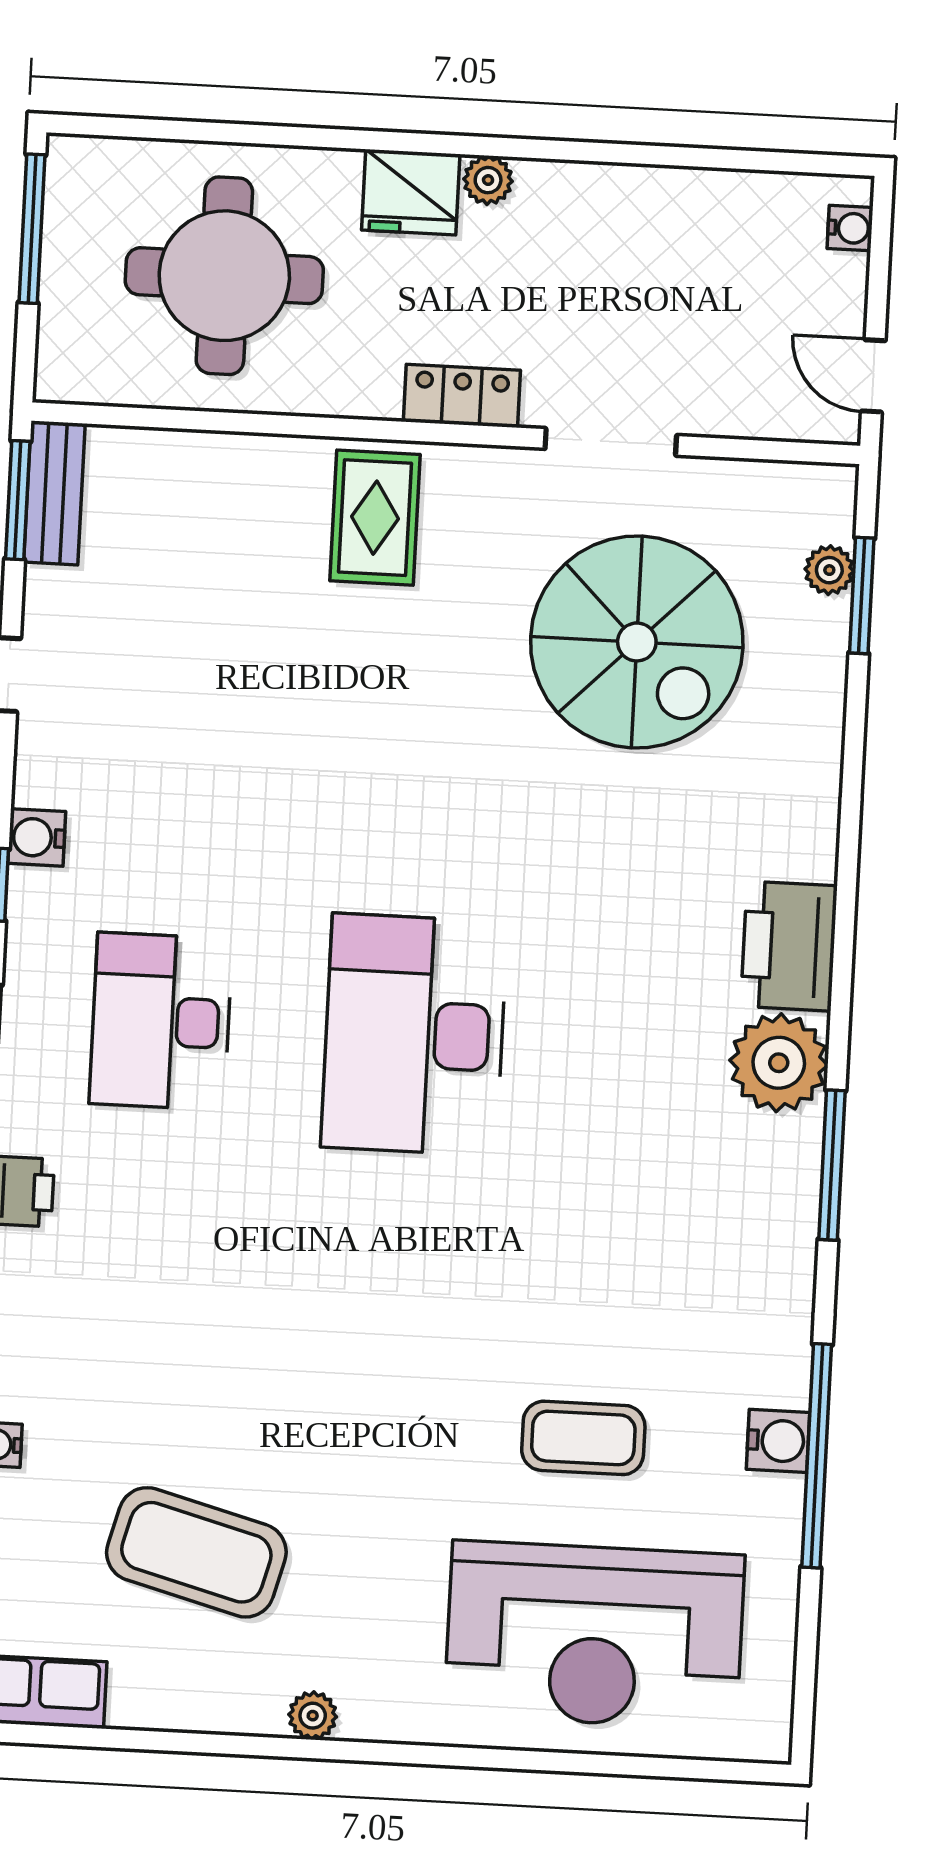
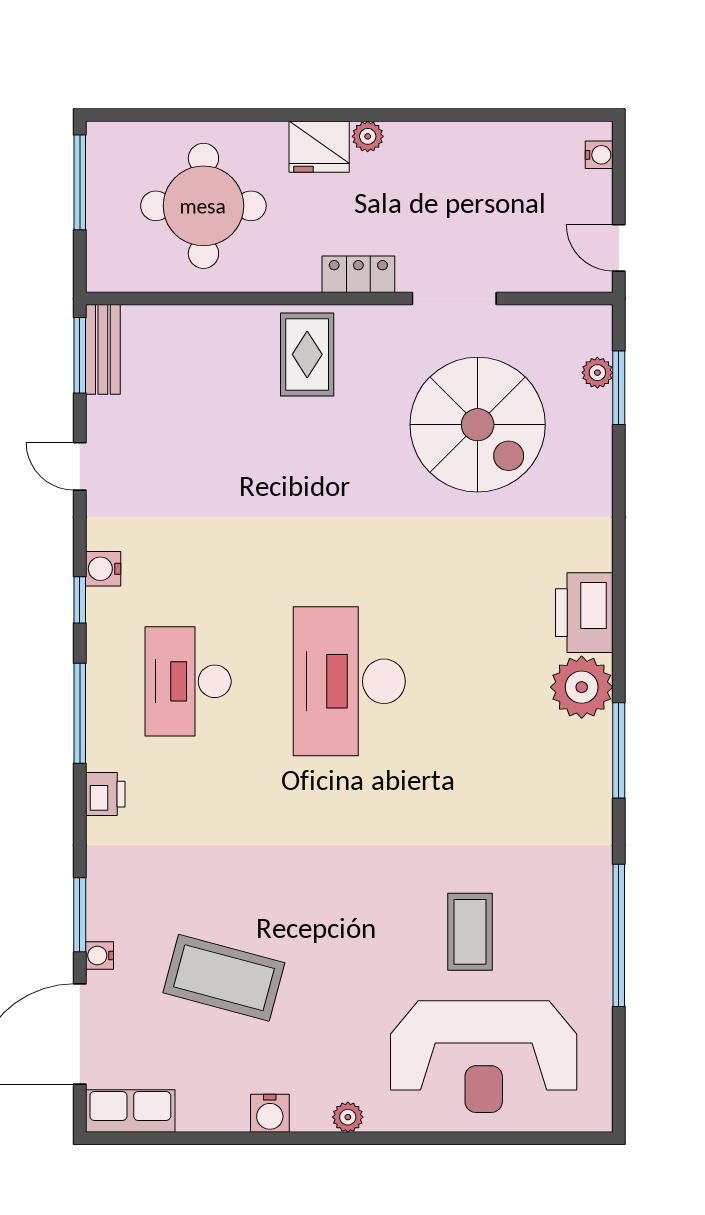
coffee table: (583, 1438) -> (470, 932), turned 90
water cooler: (778, 1441) -> (270, 1113), moved, turned 90
coffee table: (196, 1552) -> (224, 978), moved
plant: (313, 1716) -> (348, 1117), moved

